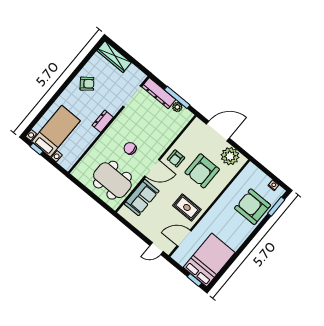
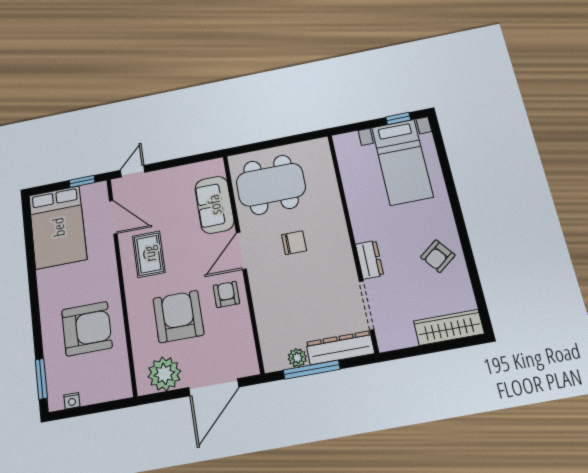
dresser: (103, 121) -> (369, 260), moved
rug: (187, 207) -> (149, 254), turned 90
armchair: (253, 207) -> (87, 329), moved
door: (184, 238) -> (113, 217), hinge flipped
window: (194, 280) -> (82, 181), moved

